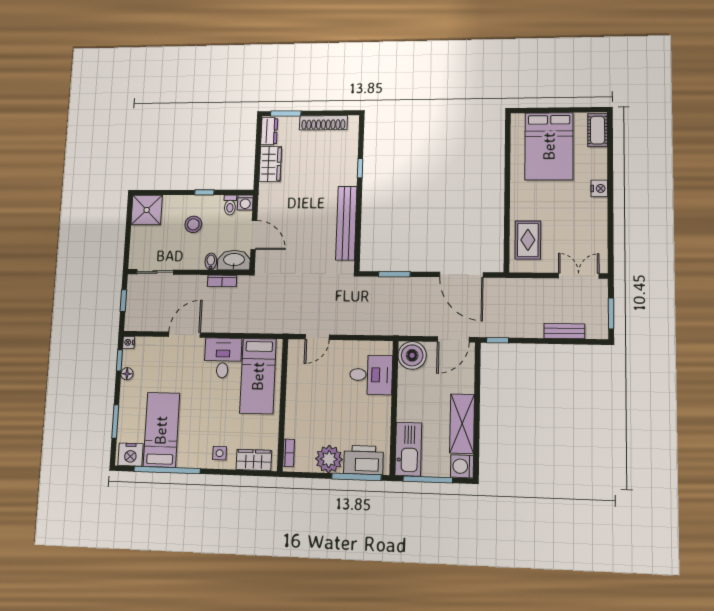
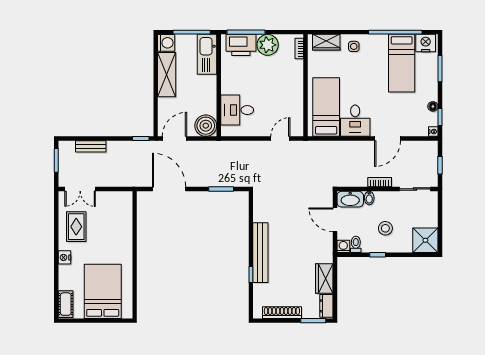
bench: (346, 223) -> (260, 253), moved
rug: (528, 240) -> (76, 227), moved
bookcase: (222, 281) -> (380, 182), moved

